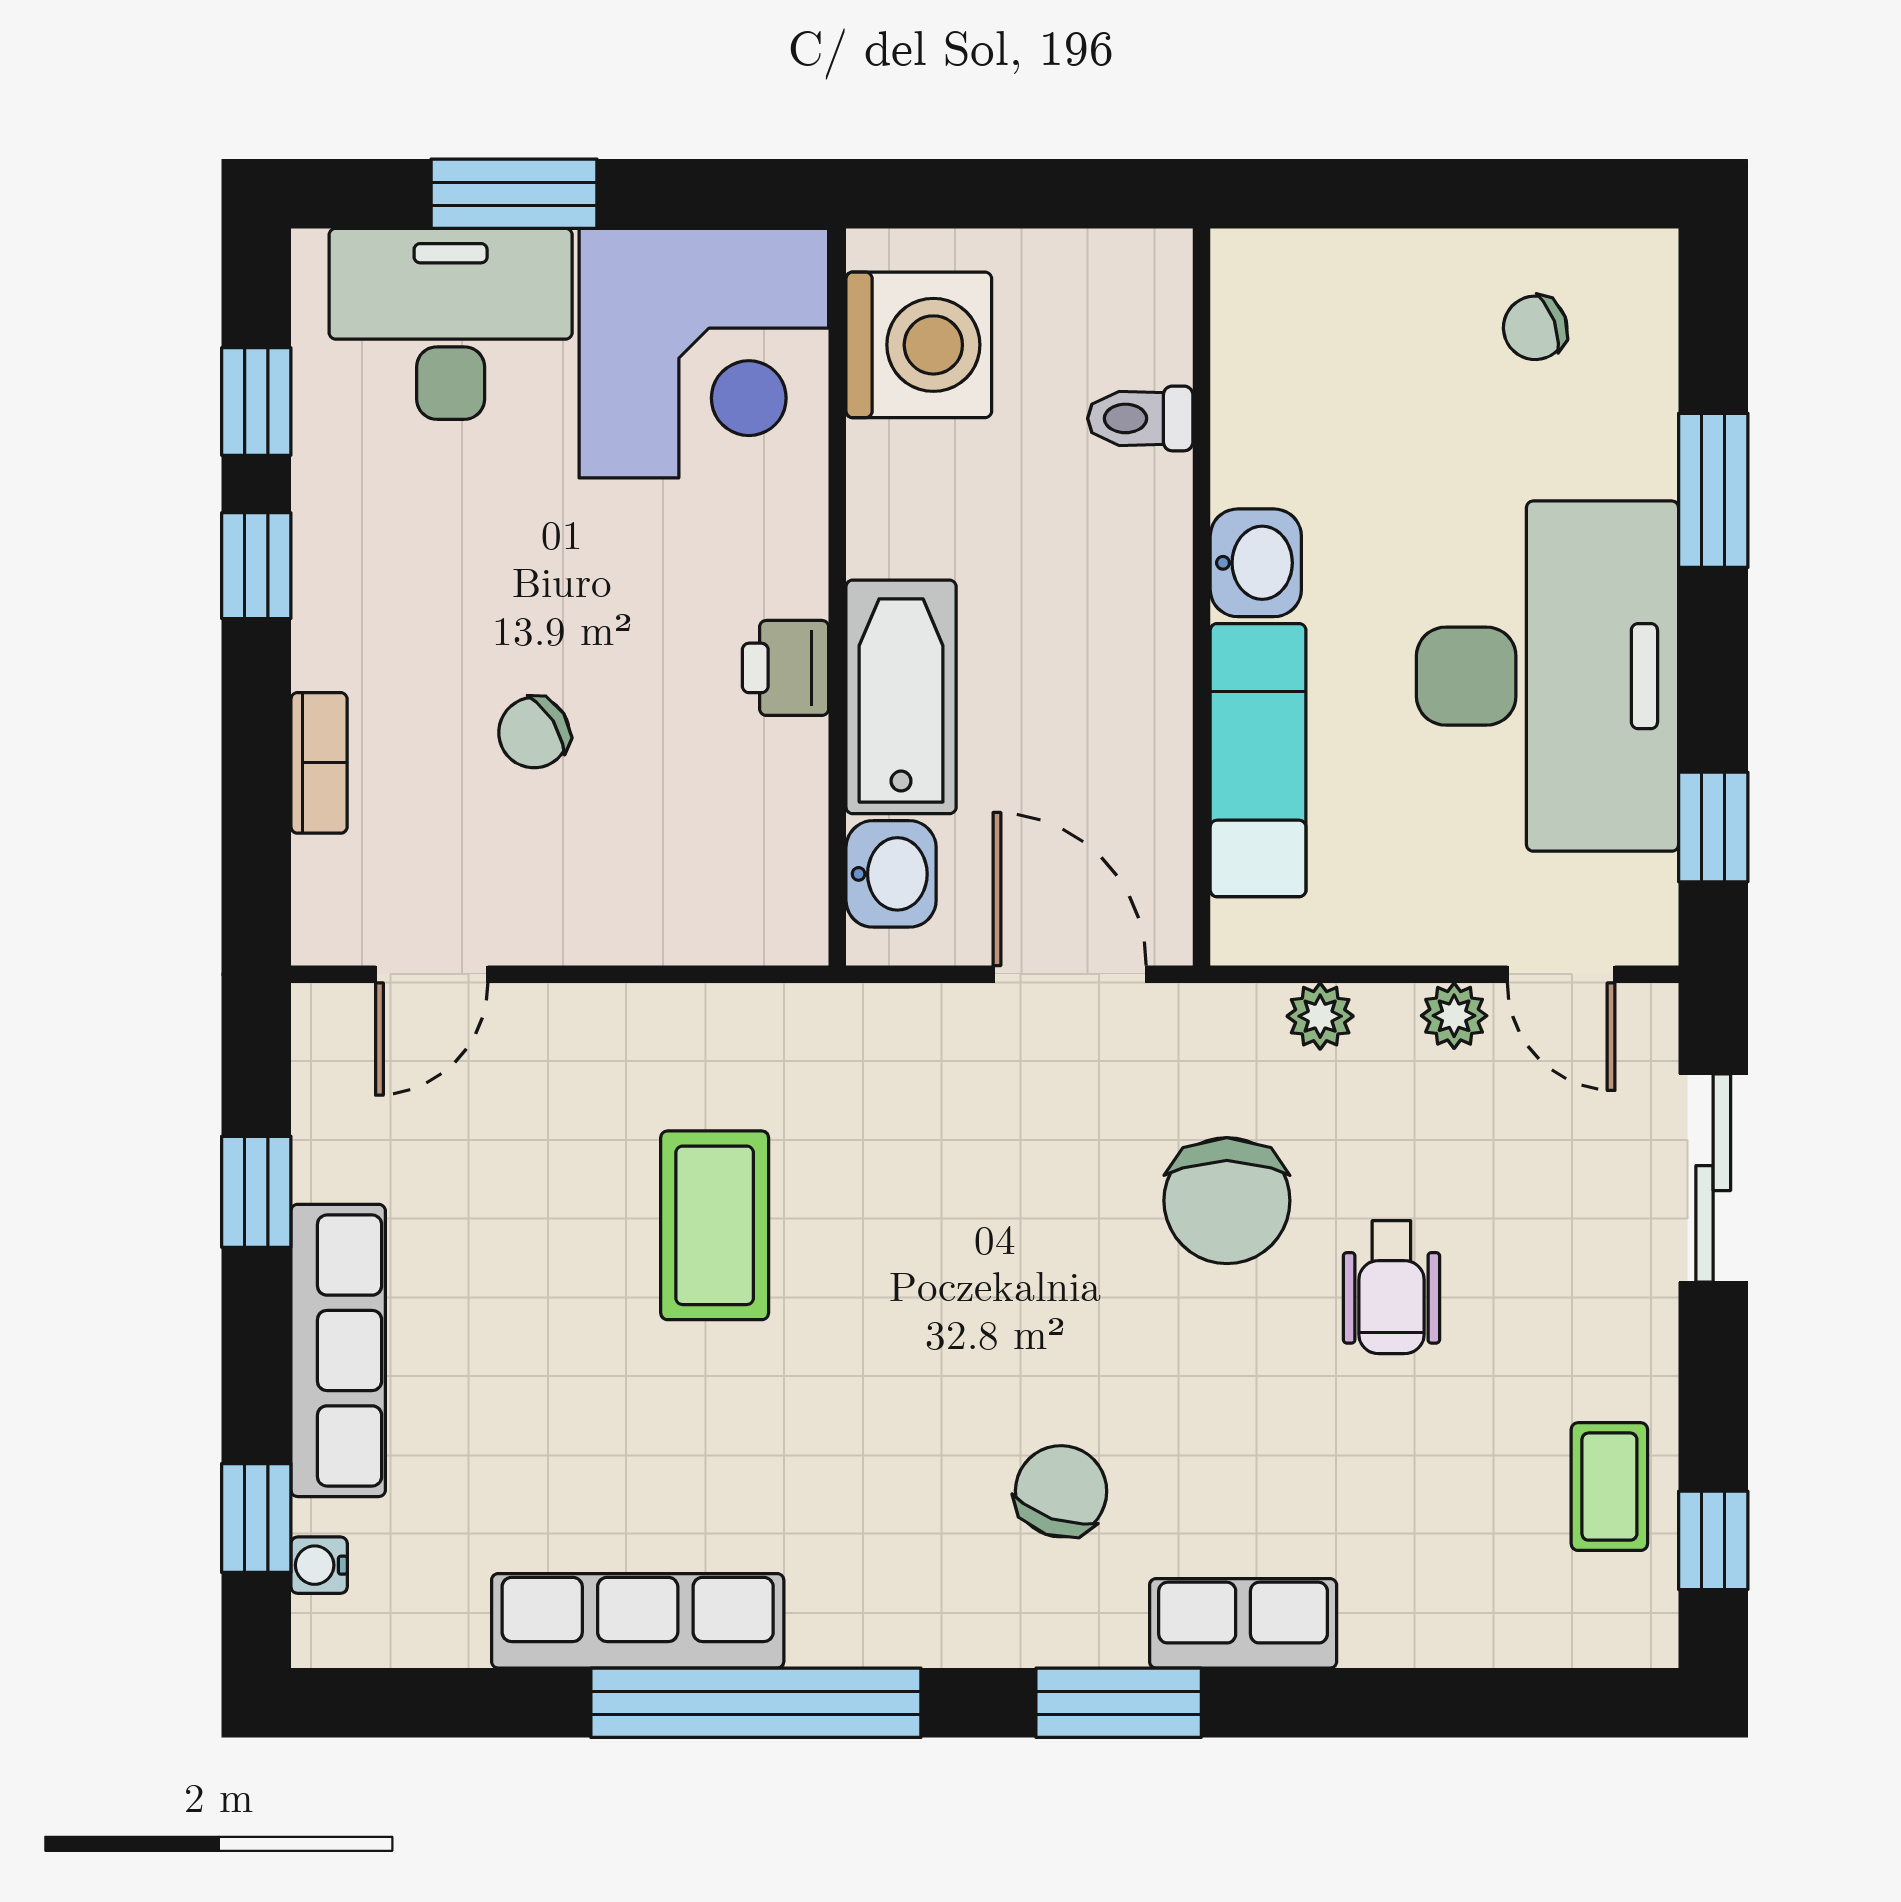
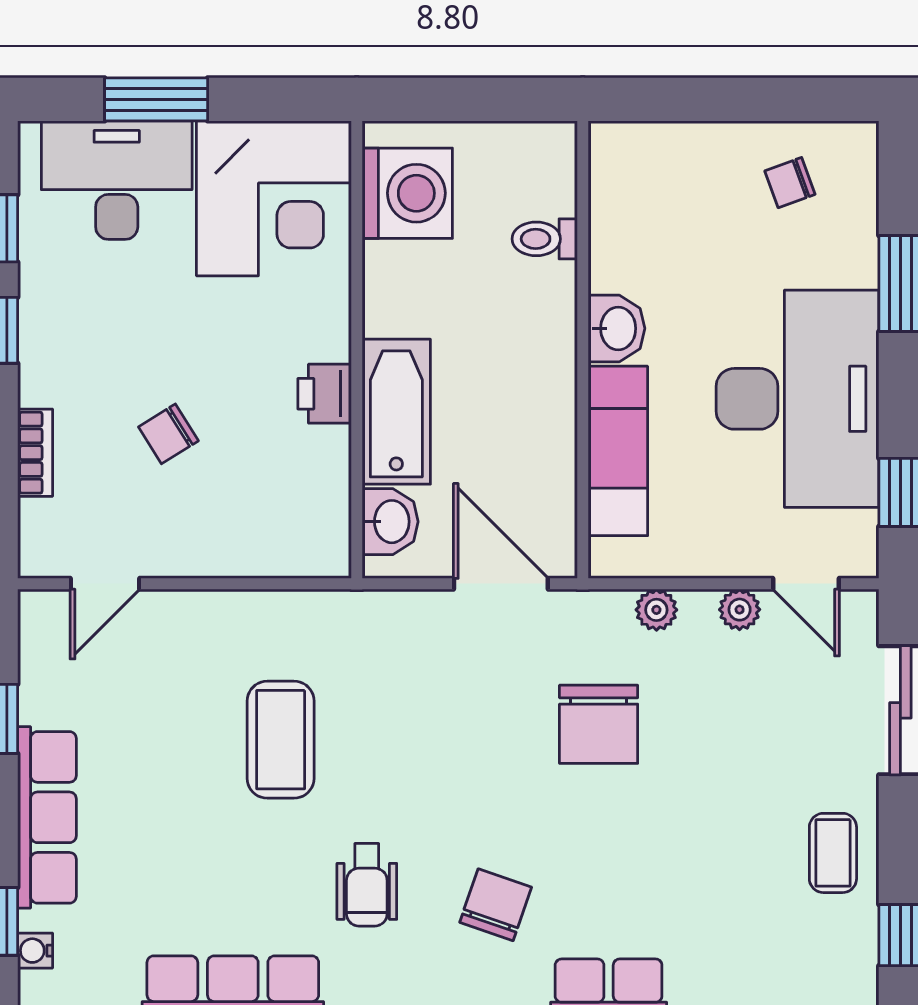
wheelchair: (1391, 1287) -> (367, 885), moved
coffee table: (1609, 1487) -> (833, 853), moved

